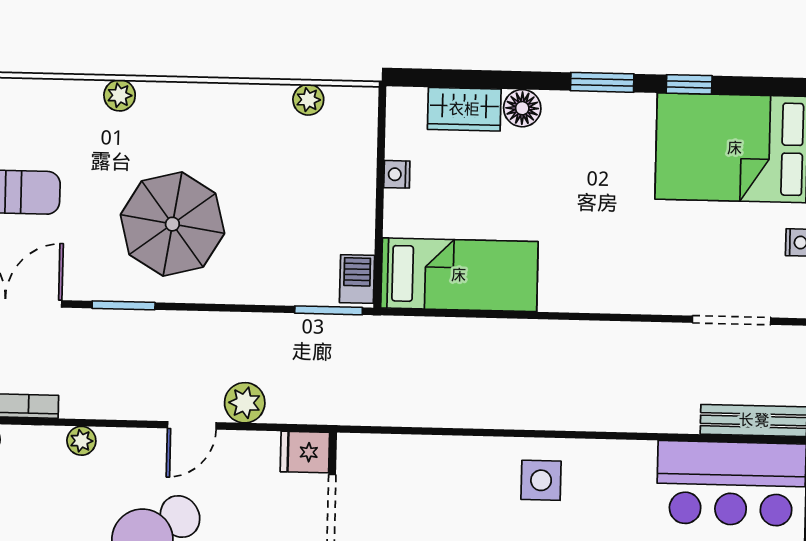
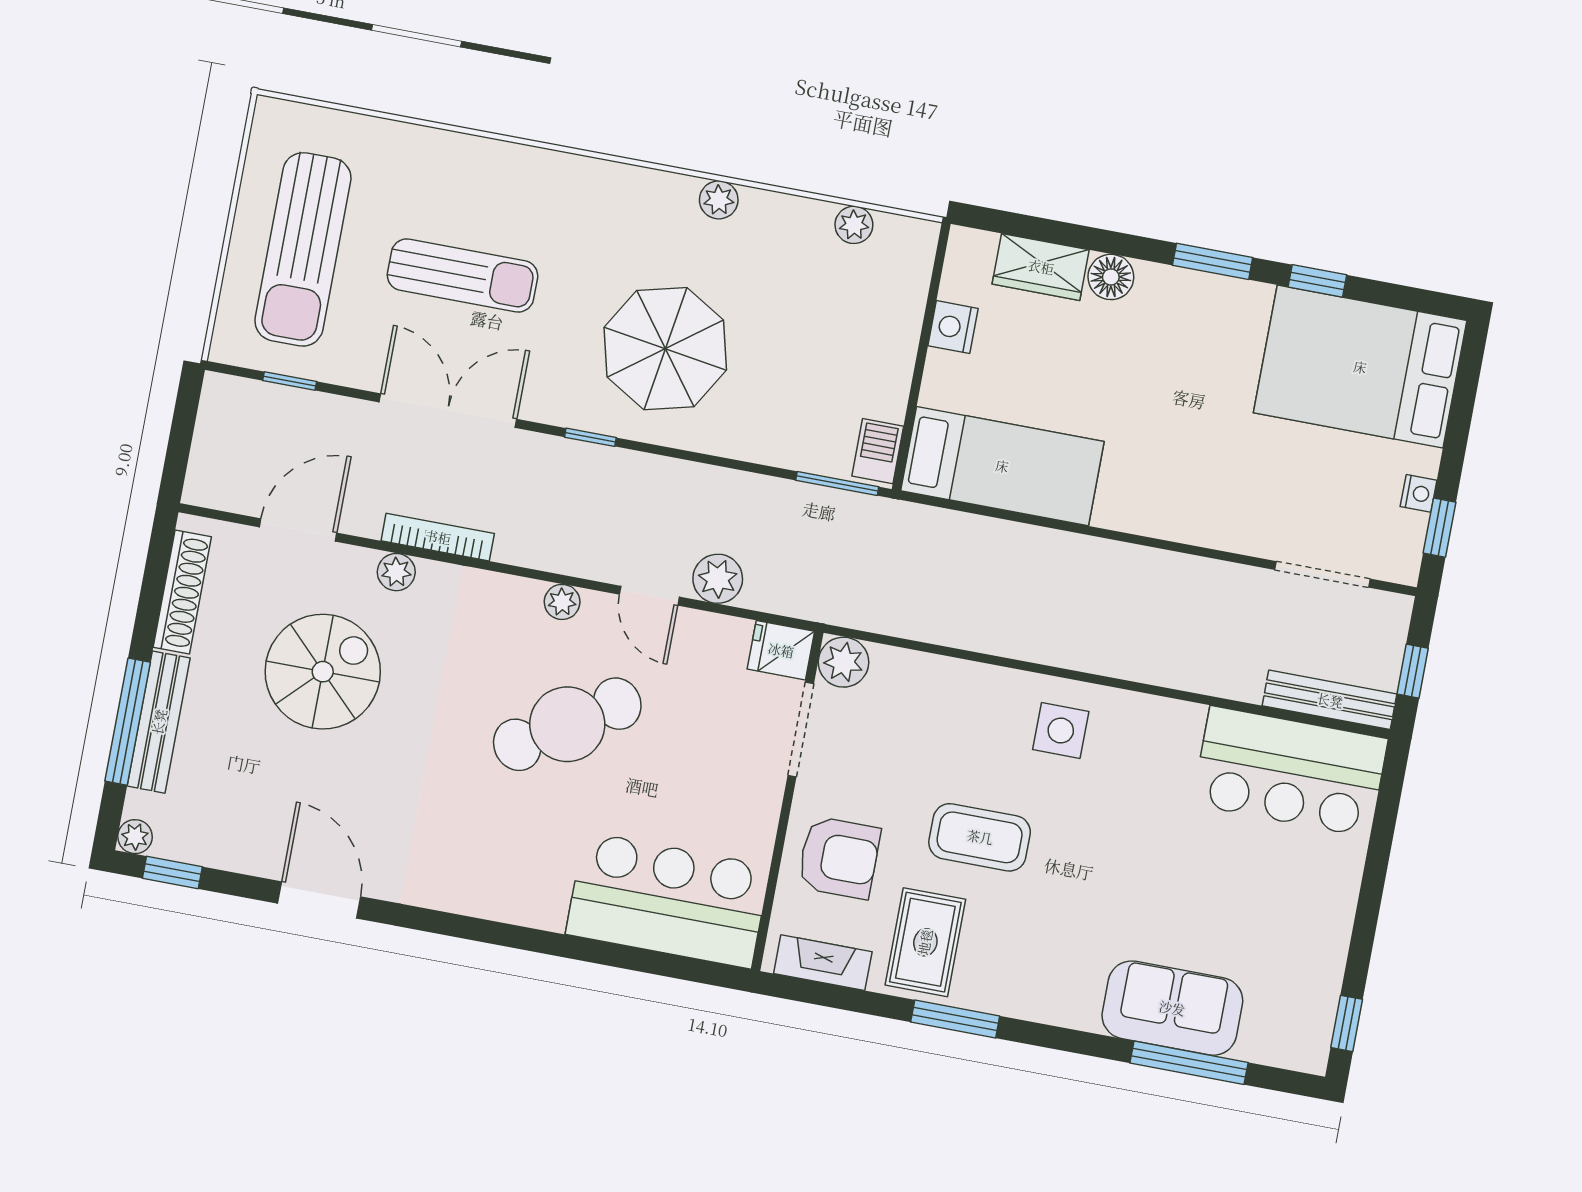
plant: (120, 95) -> (719, 200), moved
nightstand: (397, 174) -> (953, 327), width x1.39, depth x1.35
window: (124, 305) -> (590, 437), width x0.67
door: (192, 425) -> (649, 596), hinge flipped
plant: (81, 441) -> (562, 602), moved
plant: (357, 454) -> (843, 662), added

